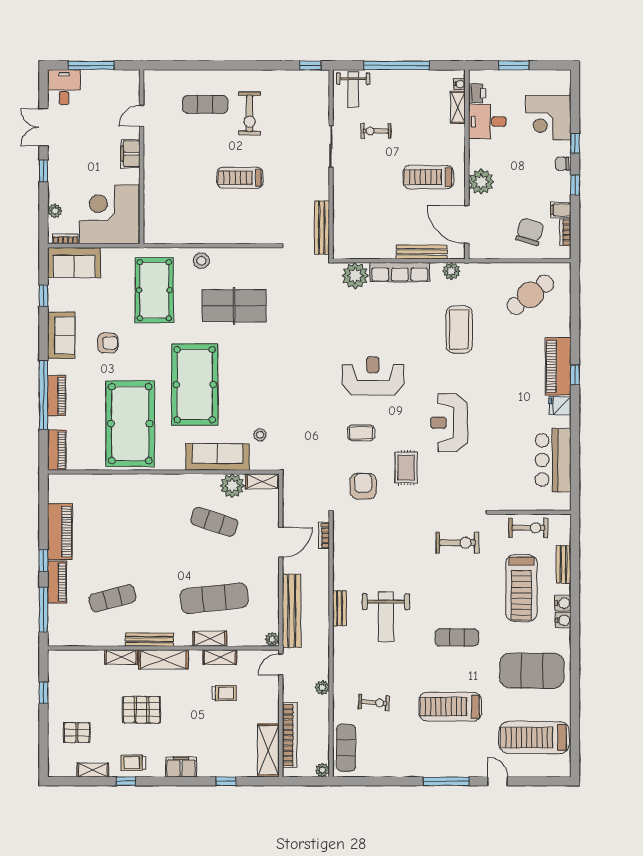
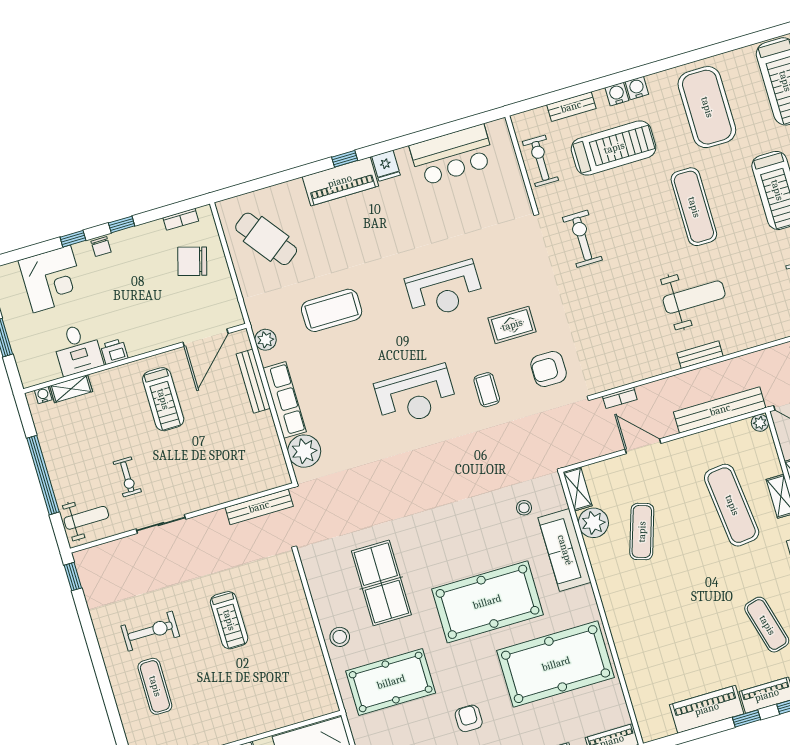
printer: (477, 93) -> (114, 351), moved
plant: (481, 182) -> (150, 336), removed
filing cabinet: (561, 210) -> (156, 232), removed
reception desk: (373, 376) -> (416, 396), turned -90
exercise mat: (457, 638) -> (694, 207), width x1.36, depth x1.45

